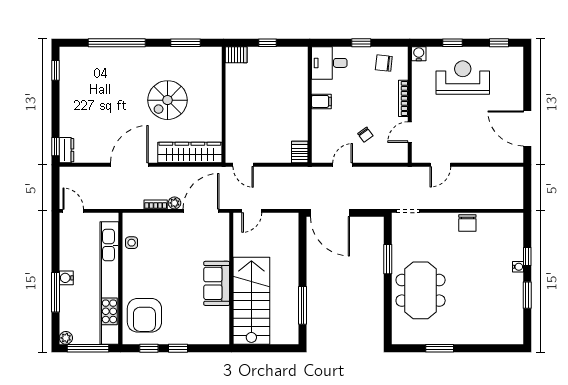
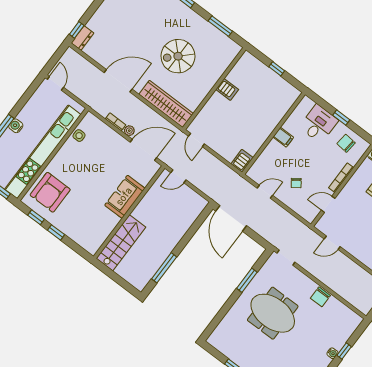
server rack: (236, 55) -> (227, 89), moved
desk: (329, 63) -> (319, 124), moved, turned 90
sofa: (217, 283) -> (125, 197), moved
meeting table: (421, 290) -> (273, 313), moved, turned 90
stairs: (251, 301) -> (121, 243), width x0.73, depth x0.66

